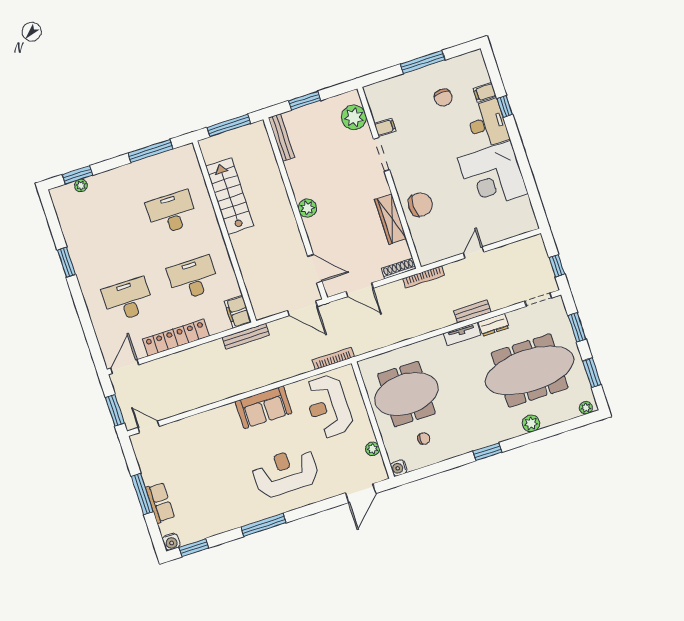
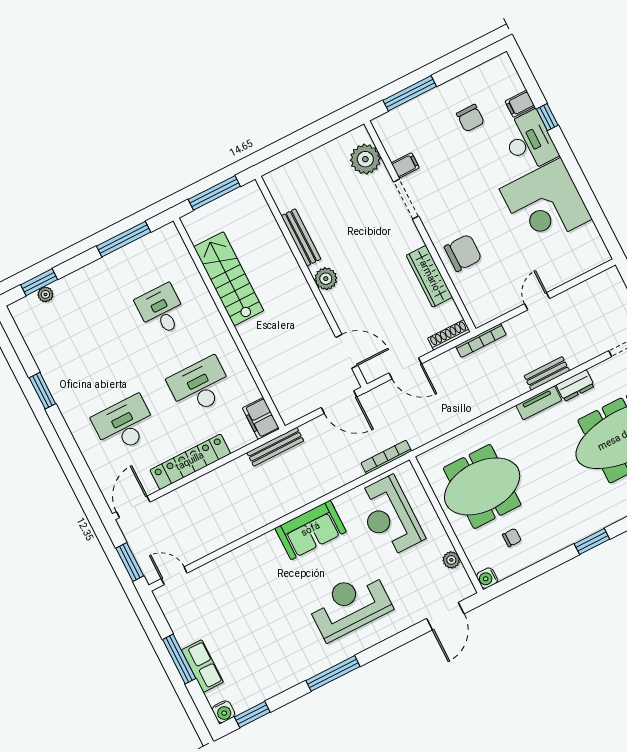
window: (423, 62) -> (410, 93), moved
window: (305, 101) -> (302, 148), removed
bench: (281, 138) -> (301, 237), moved
desk: (172, 213) -> (161, 310), width x0.73

